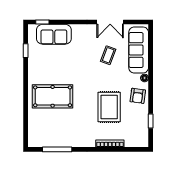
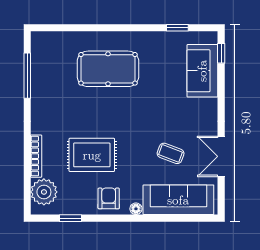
pool table: (53, 96) -> (108, 69), turned 90
armchair: (138, 96) -> (109, 198), turned 82
plant: (133, 138) -> (44, 192), added

